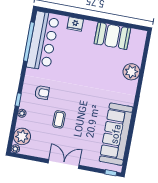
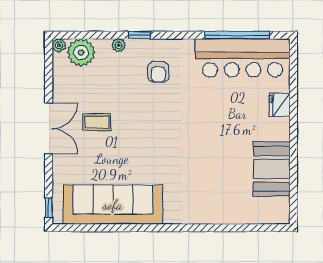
plant: (131, 72) -> (219, 211), removed
coffee table: (59, 119) -> (97, 122), moved

